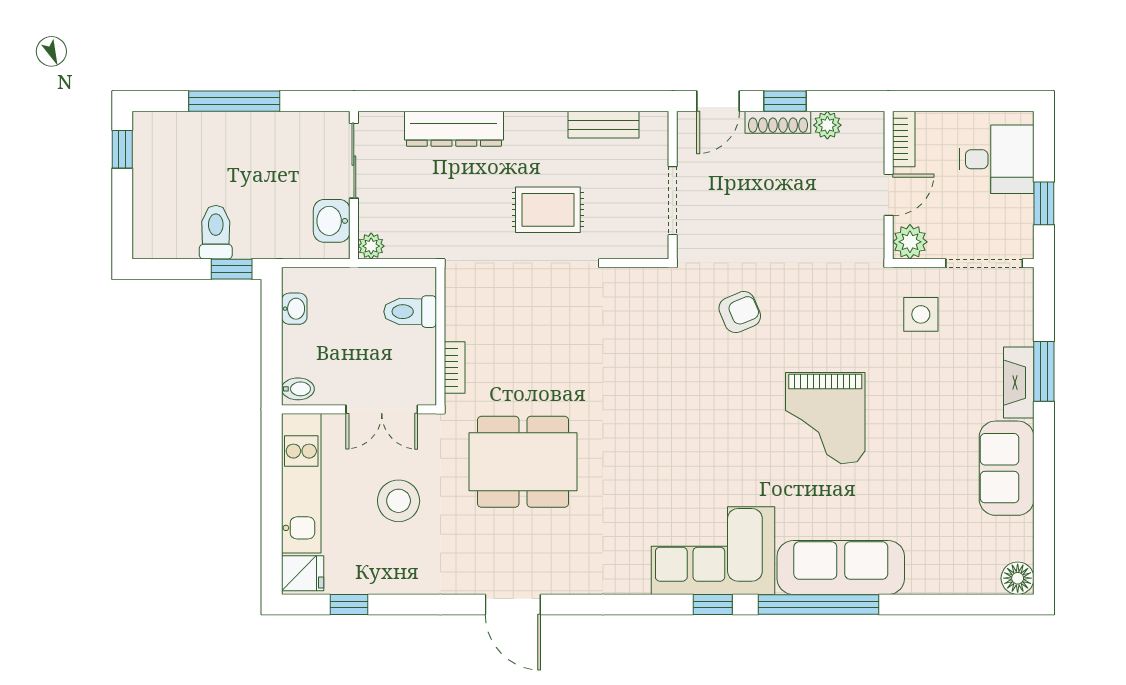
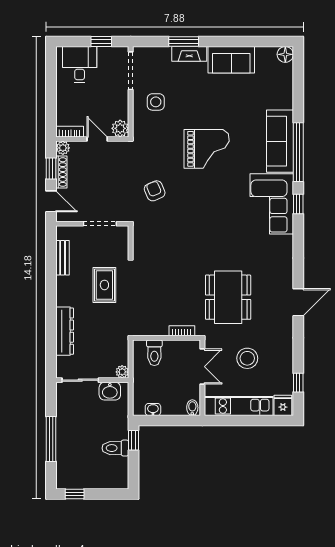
bookcase: (904, 139) -> (70, 132), moved
wall: (889, 185) -> (92, 139), moved
door: (889, 195) -> (97, 139), moved
plant: (910, 242) -> (120, 128), moved

